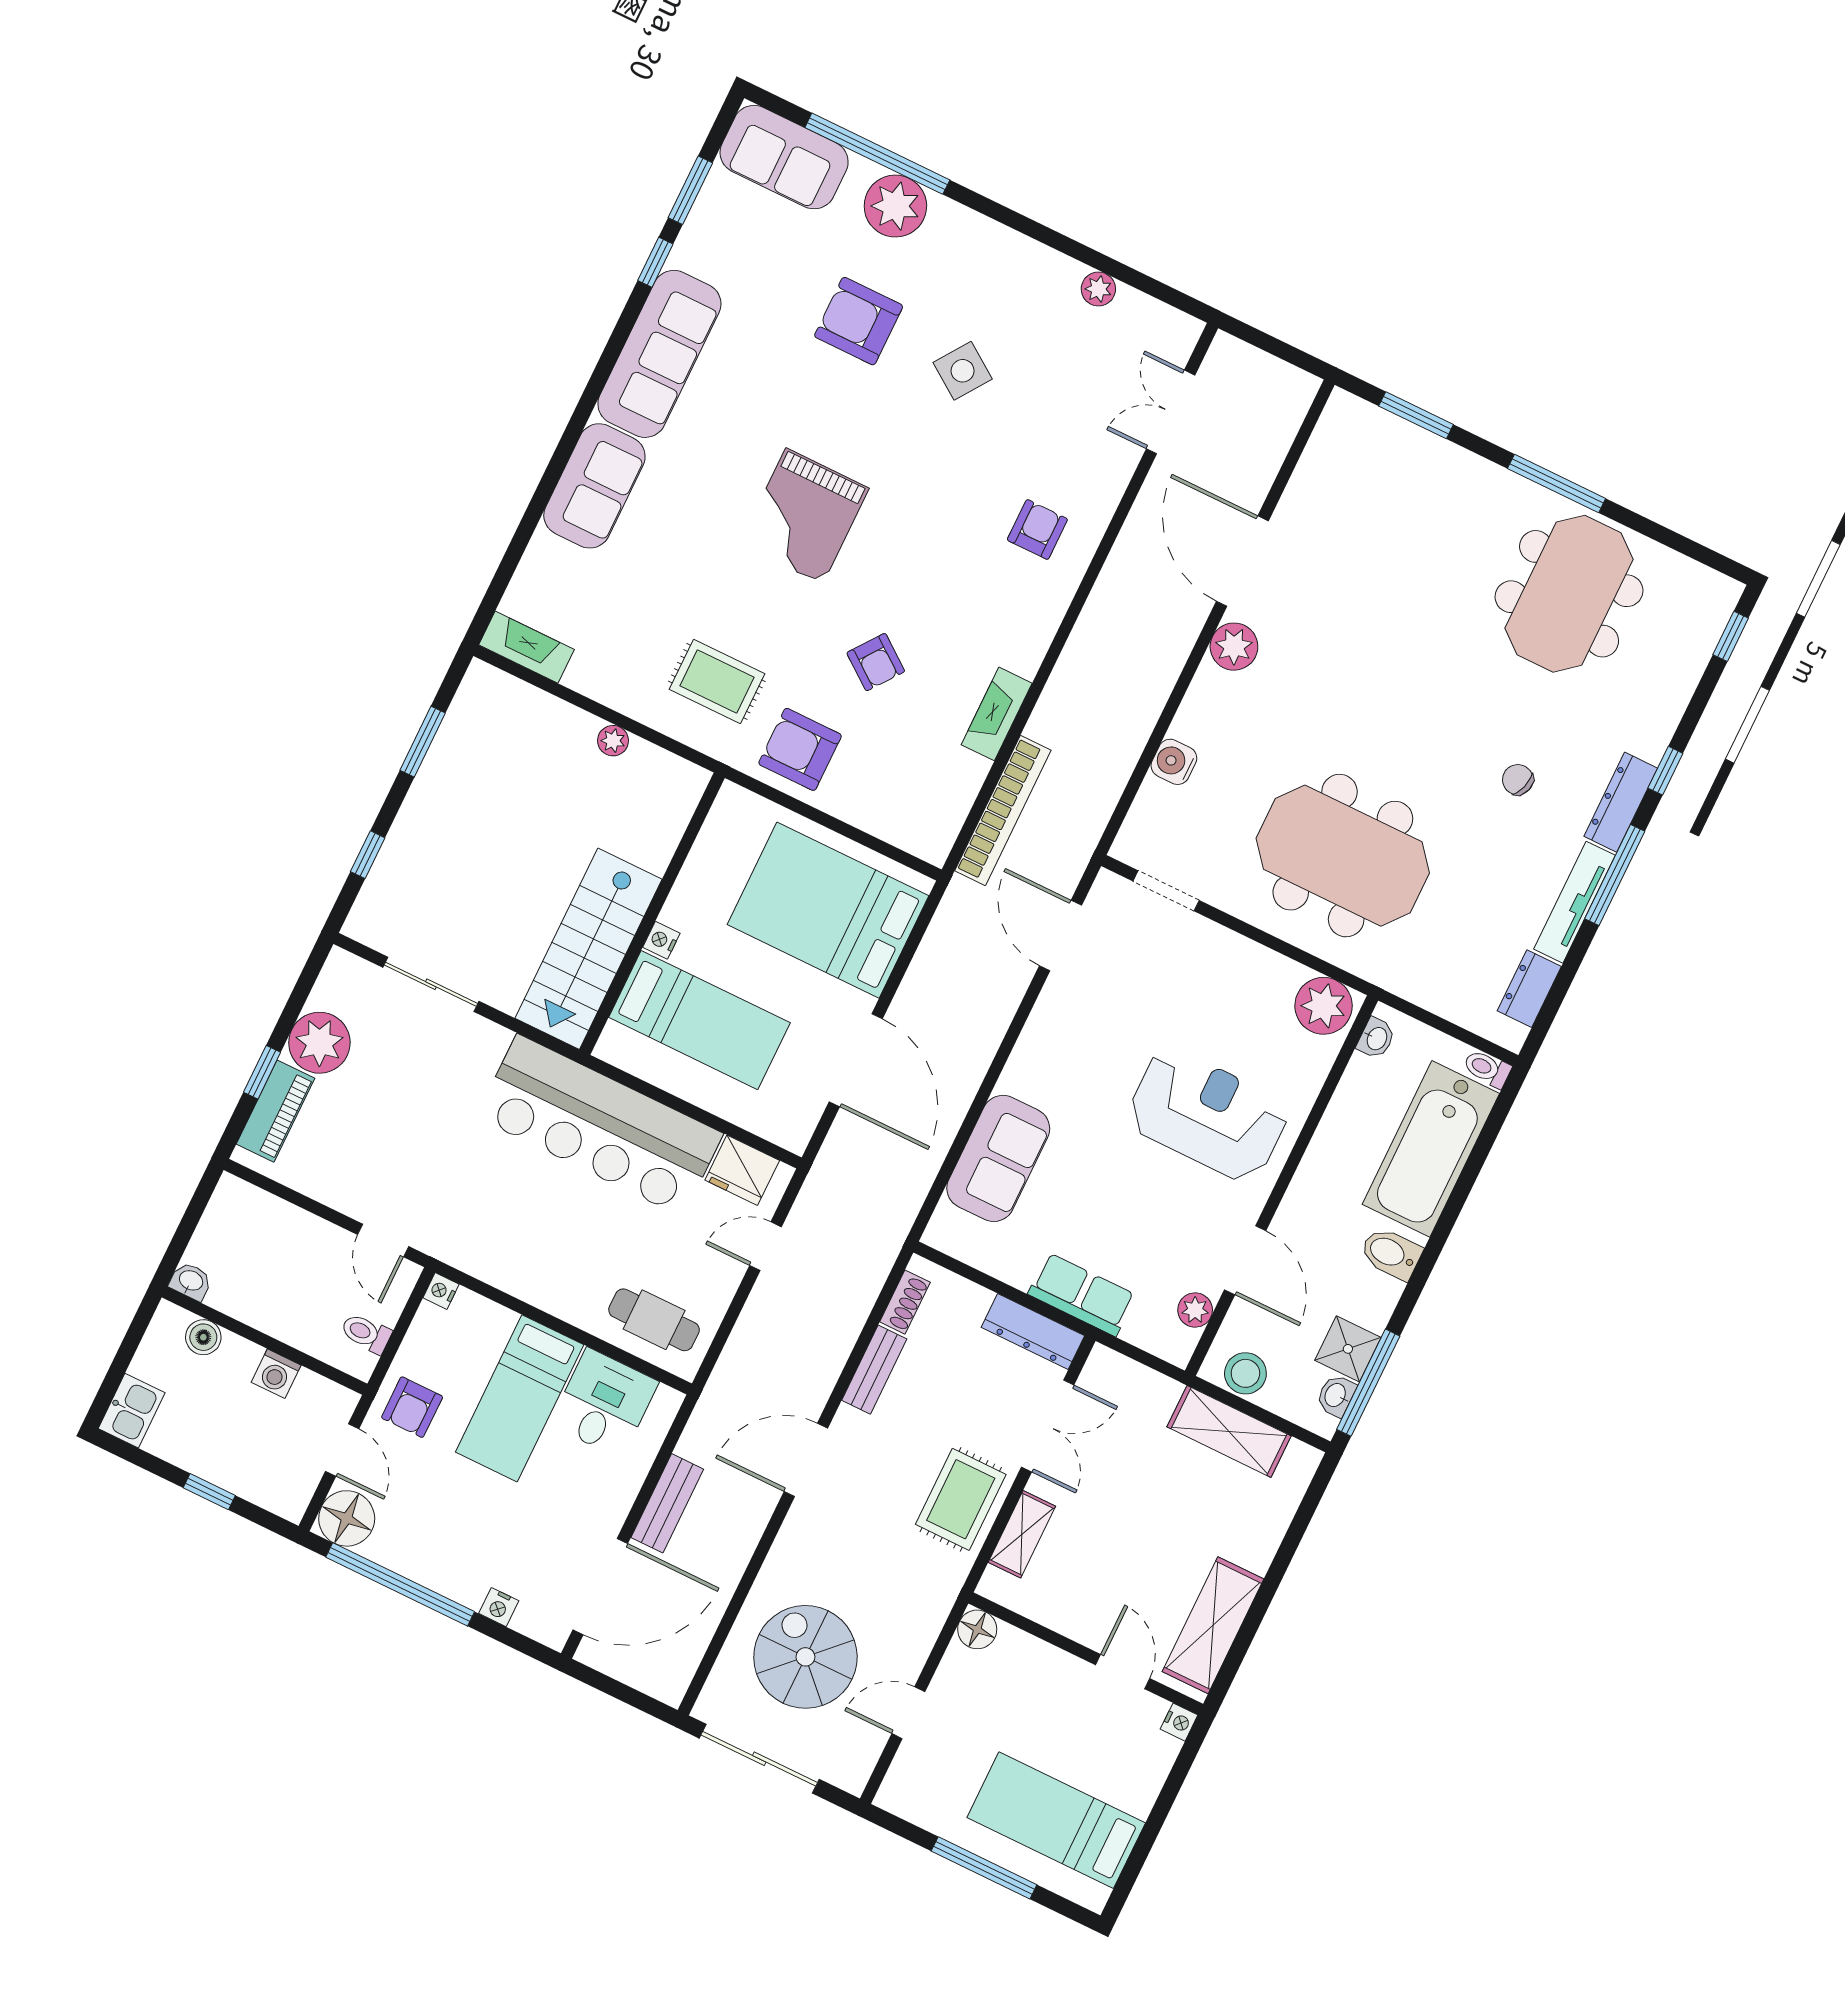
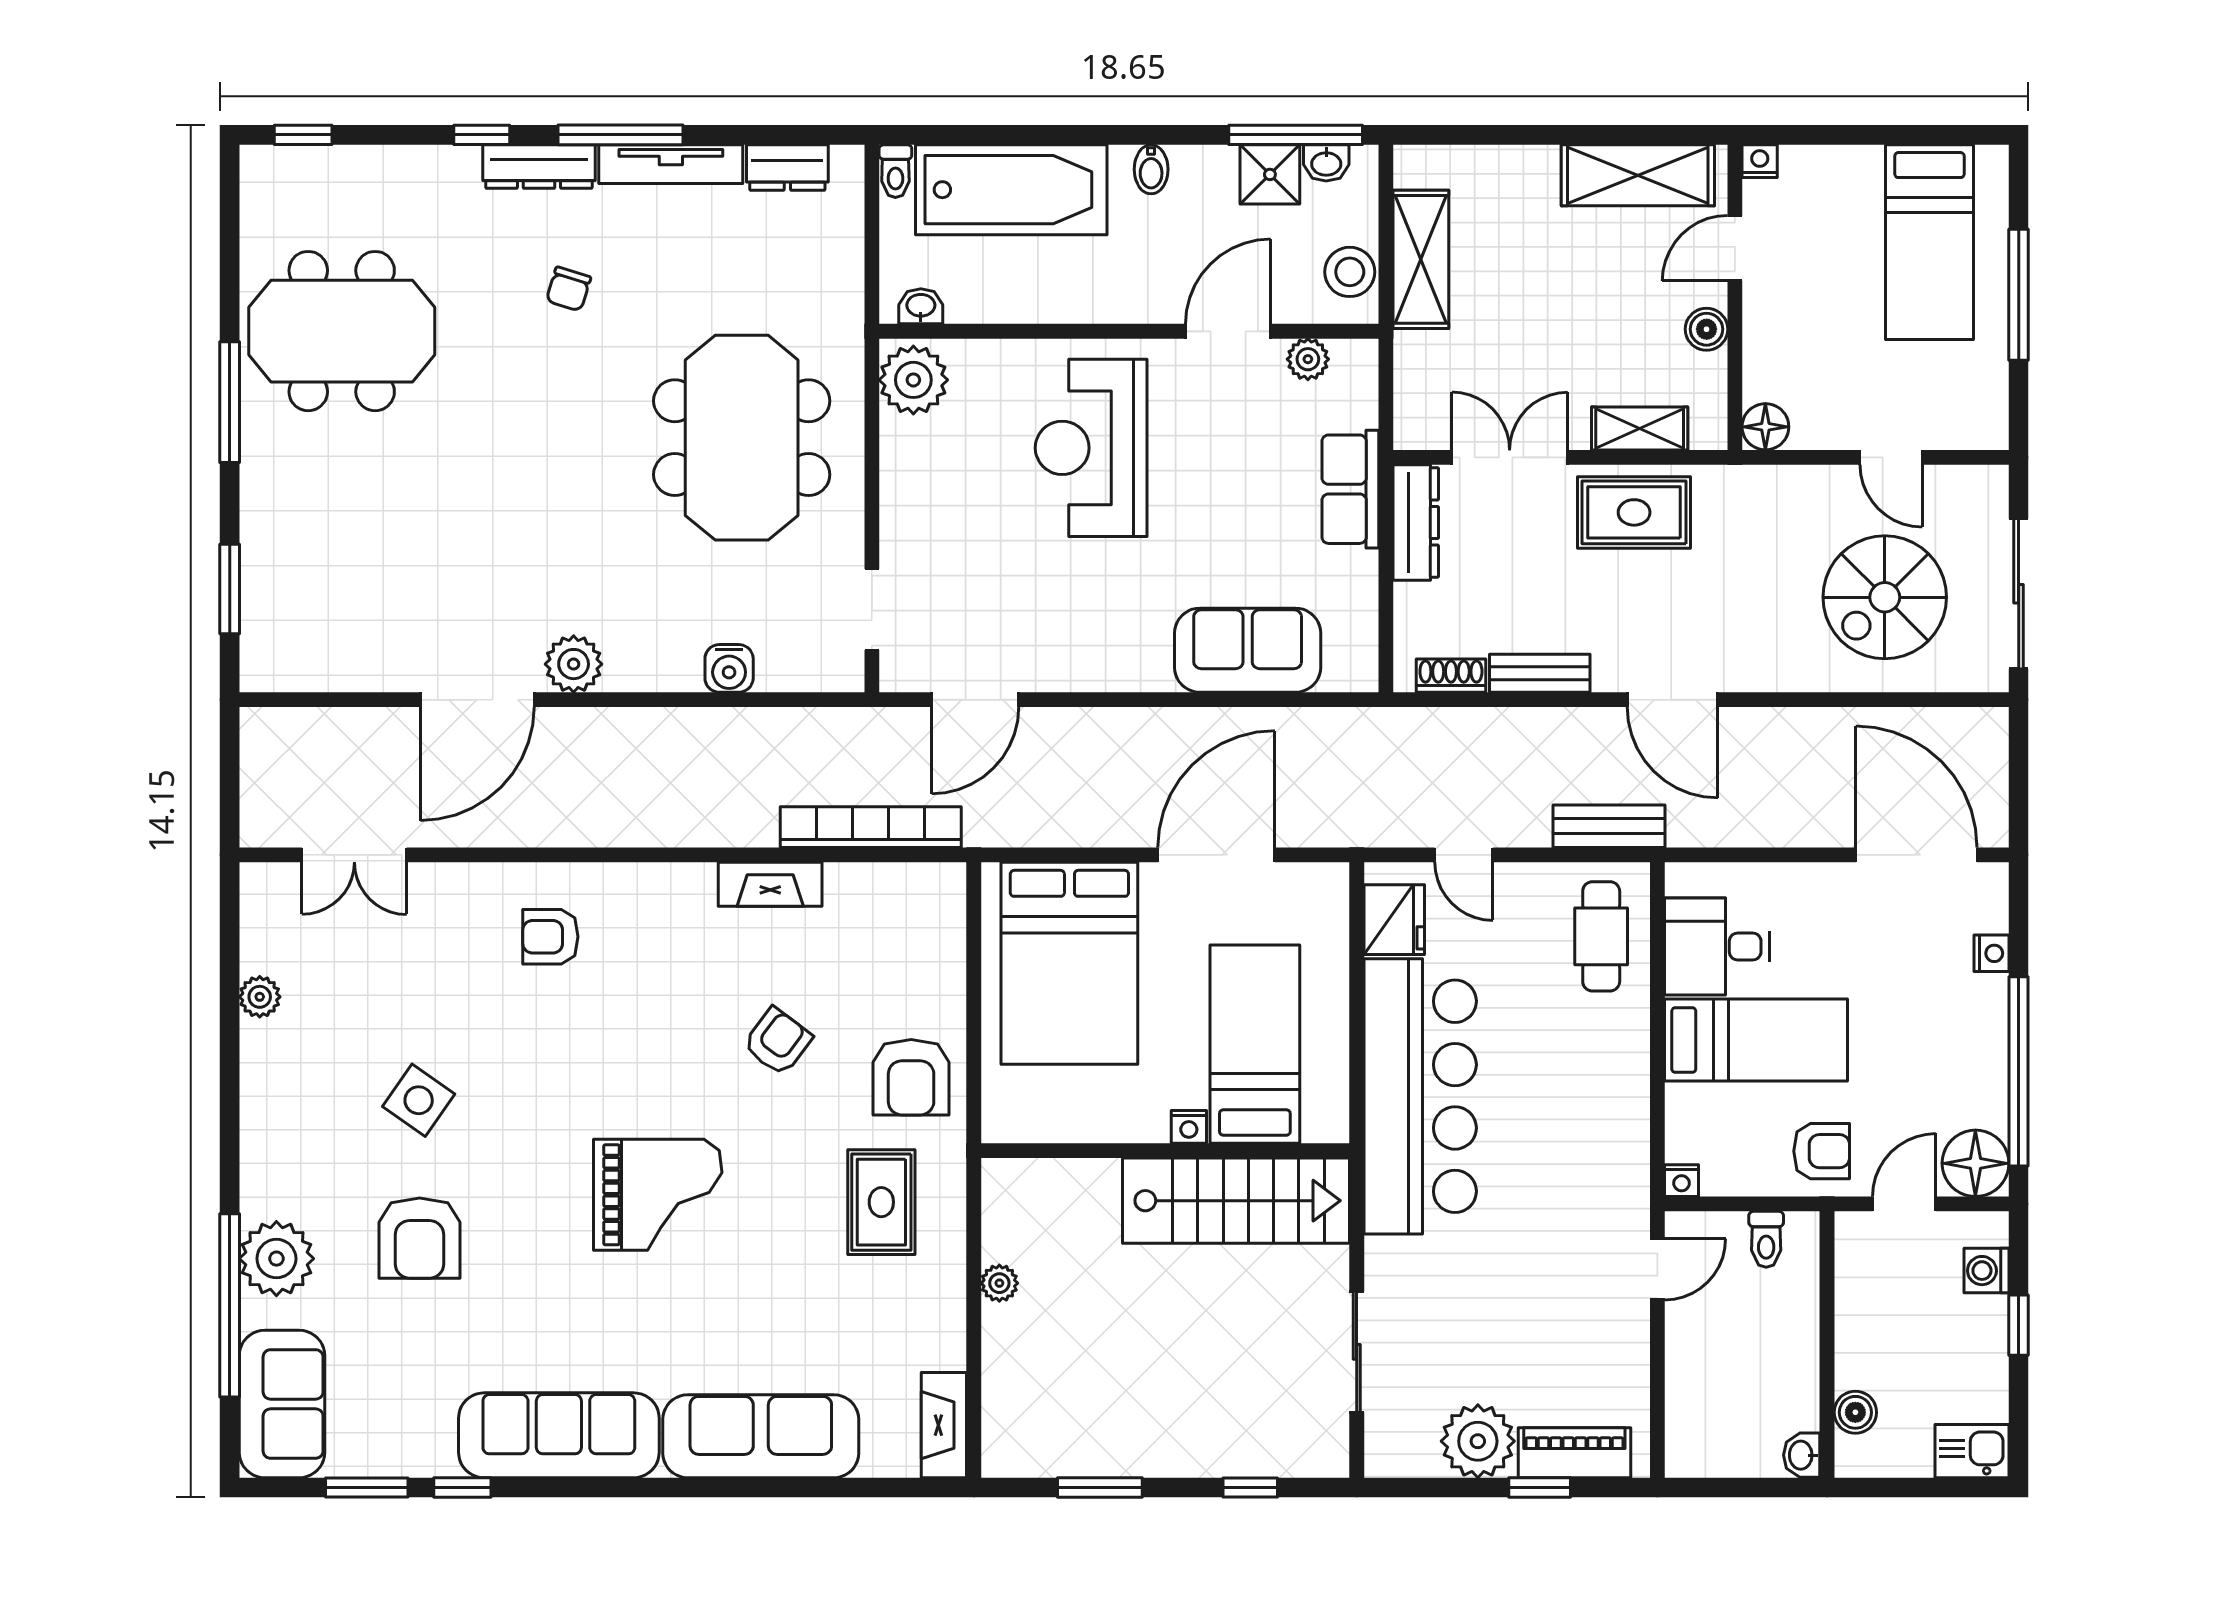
sofa: (594, 486) -> (761, 1436), width x1.36
bidet: (1391, 1253) -> (1151, 169), width x0.72, depth x0.74
washing machine: (276, 1374) -> (1986, 1271), moved, turned 180
bench: (667, 1503) -> (1609, 826), moved
boiler: (1072, 1621) -> (1707, 329), added

